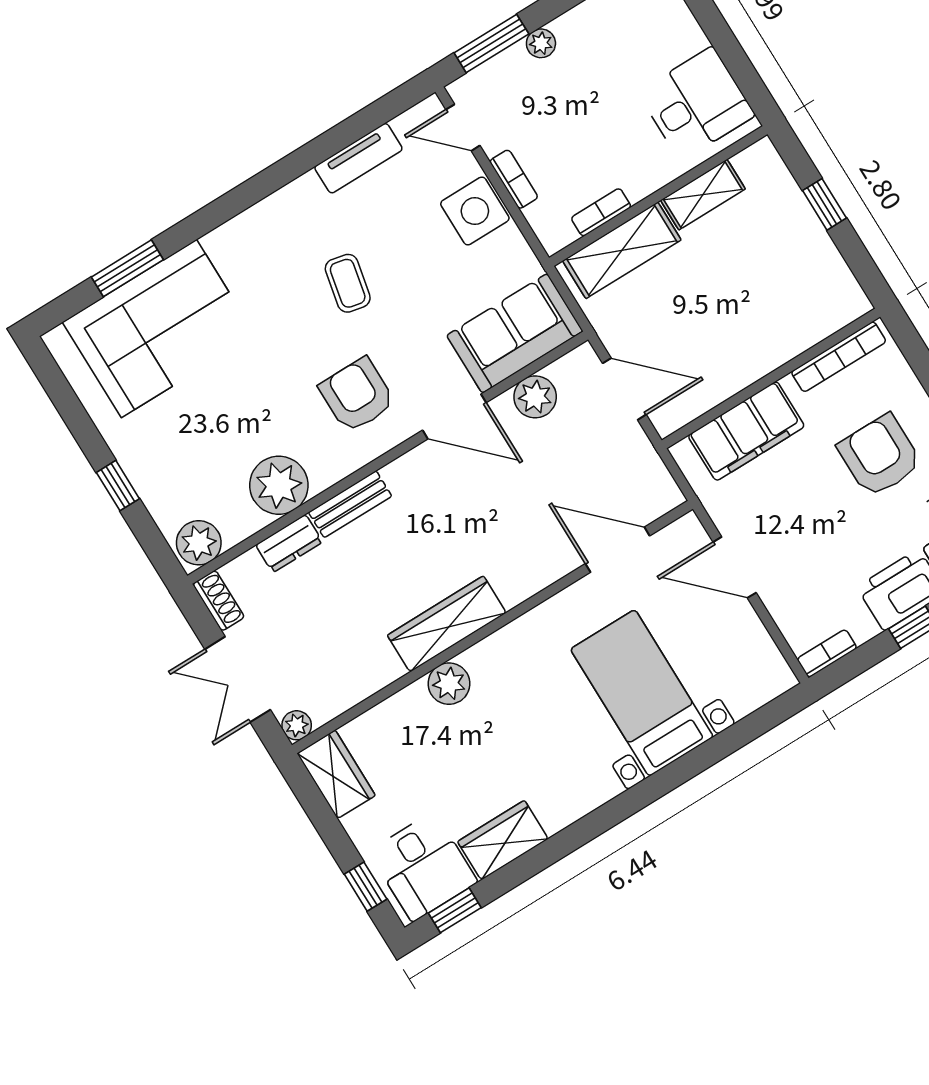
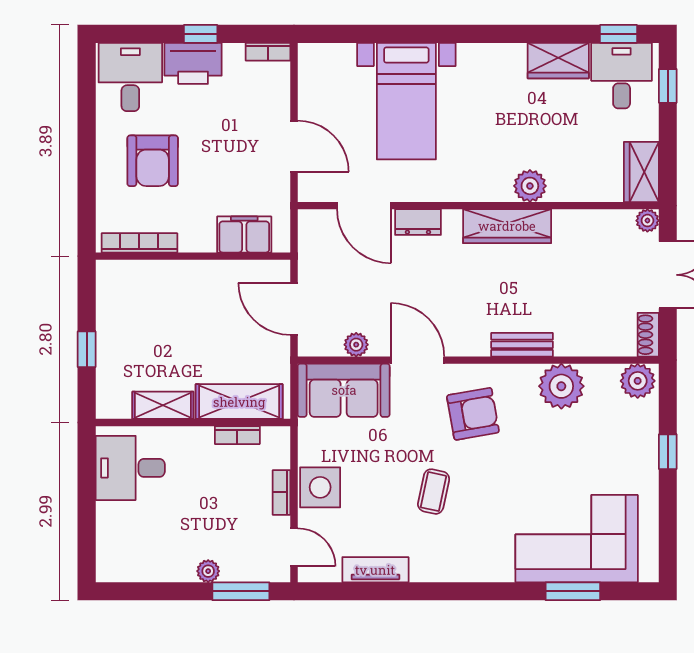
armchair: (357, 395) -> (473, 414), turned -100
plant: (535, 397) -> (356, 345), width x0.73, depth x0.73
filing cabinet: (746, 431) -> (244, 234), width x0.67, depth x0.86
dresser: (289, 543) -> (418, 222), moved, turned 180

